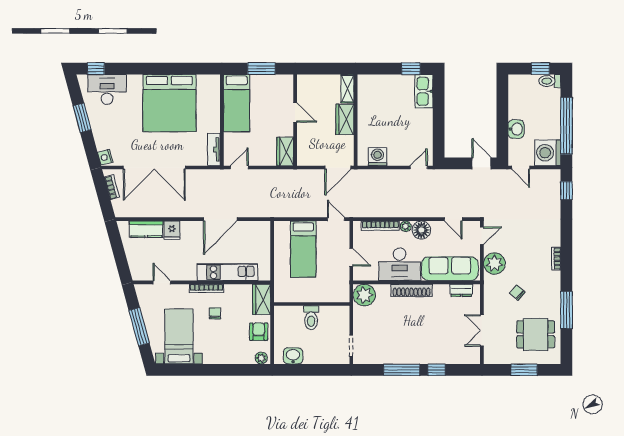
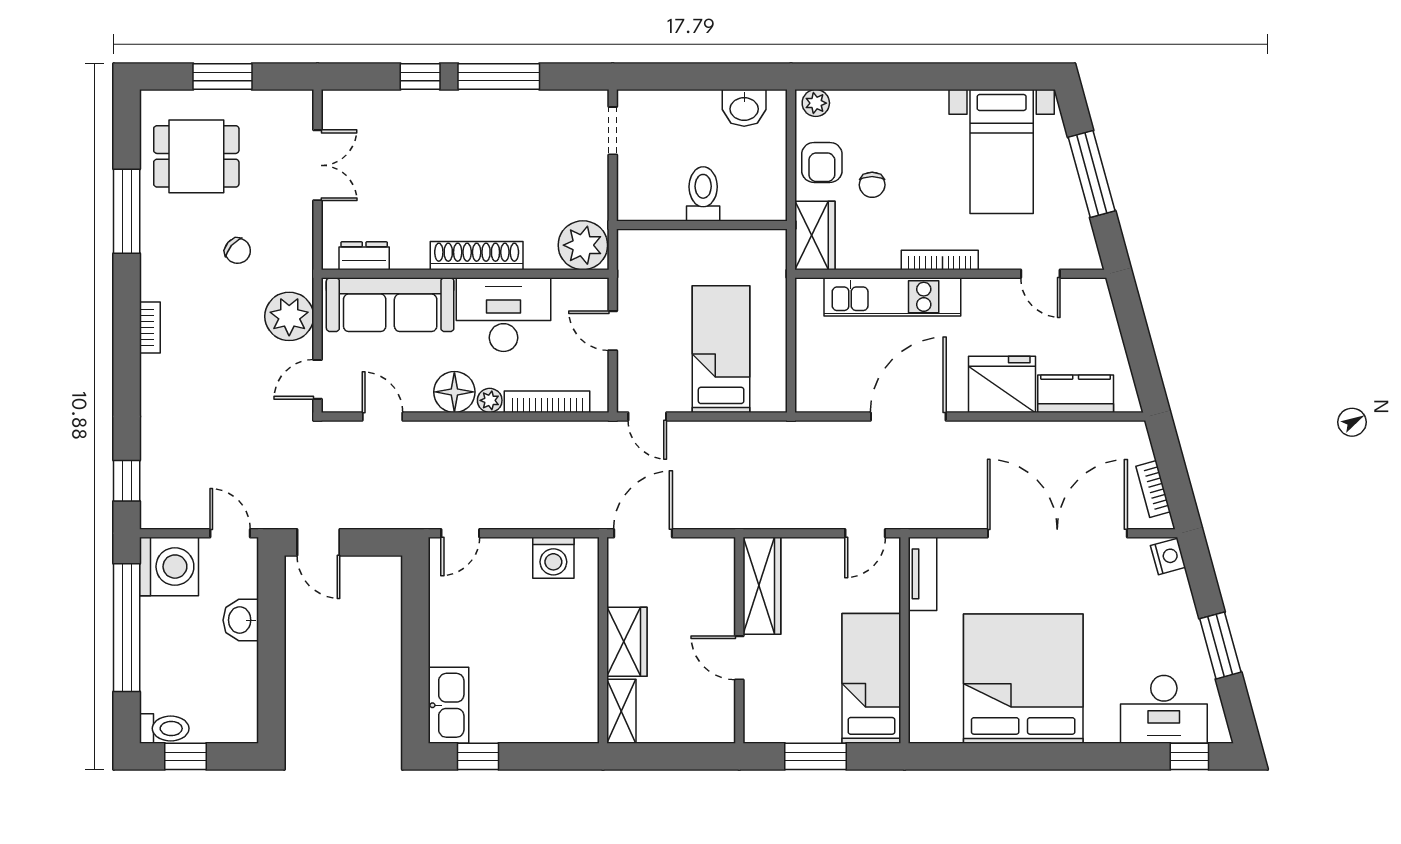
wardrobe: (285, 151) -> (762, 586), width x1.50
fridge: (172, 230) -> (1002, 384), width x1.88, depth x1.34
chair: (215, 313) -> (872, 185), moved

